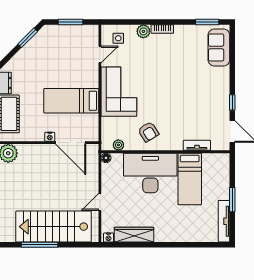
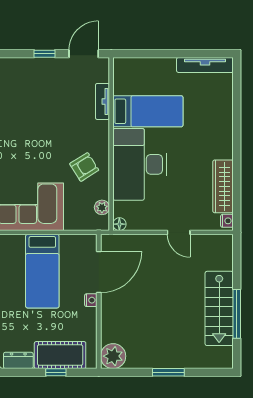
window: (232, 200) -> (176, 54), removed
stairs: (54, 227) -> (219, 308), width x0.73, depth x0.66

